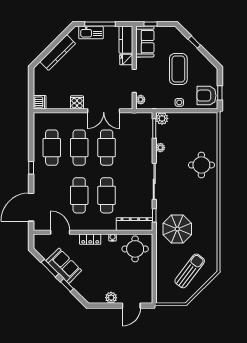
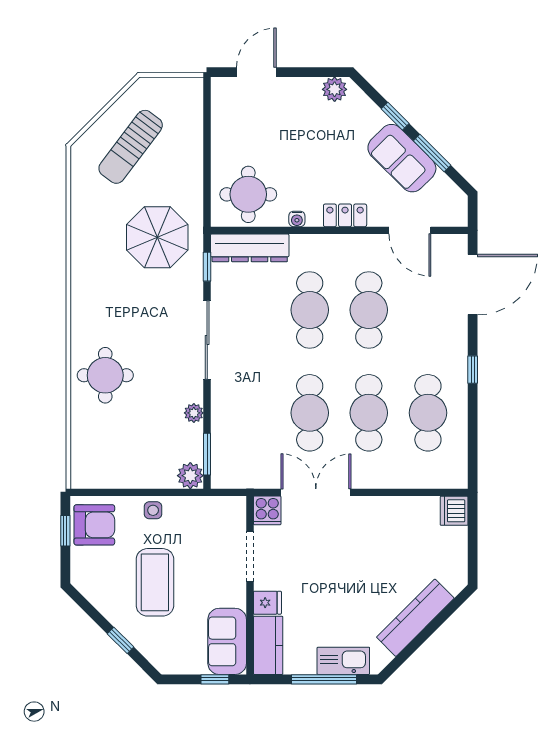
plant: (141, 100) -> (236, 516), removed
cooker: (77, 102) -> (267, 510), moved
plant: (111, 298) -> (335, 89), moved

